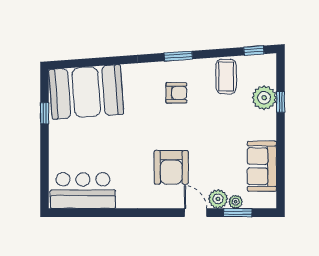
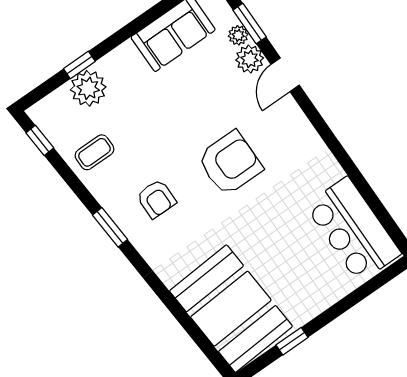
coffee table: (226, 76) -> (94, 152), width x0.73, depth x0.77
armchair: (176, 93) -> (156, 199), turned 180
armchair: (171, 167) -> (230, 163), moved

